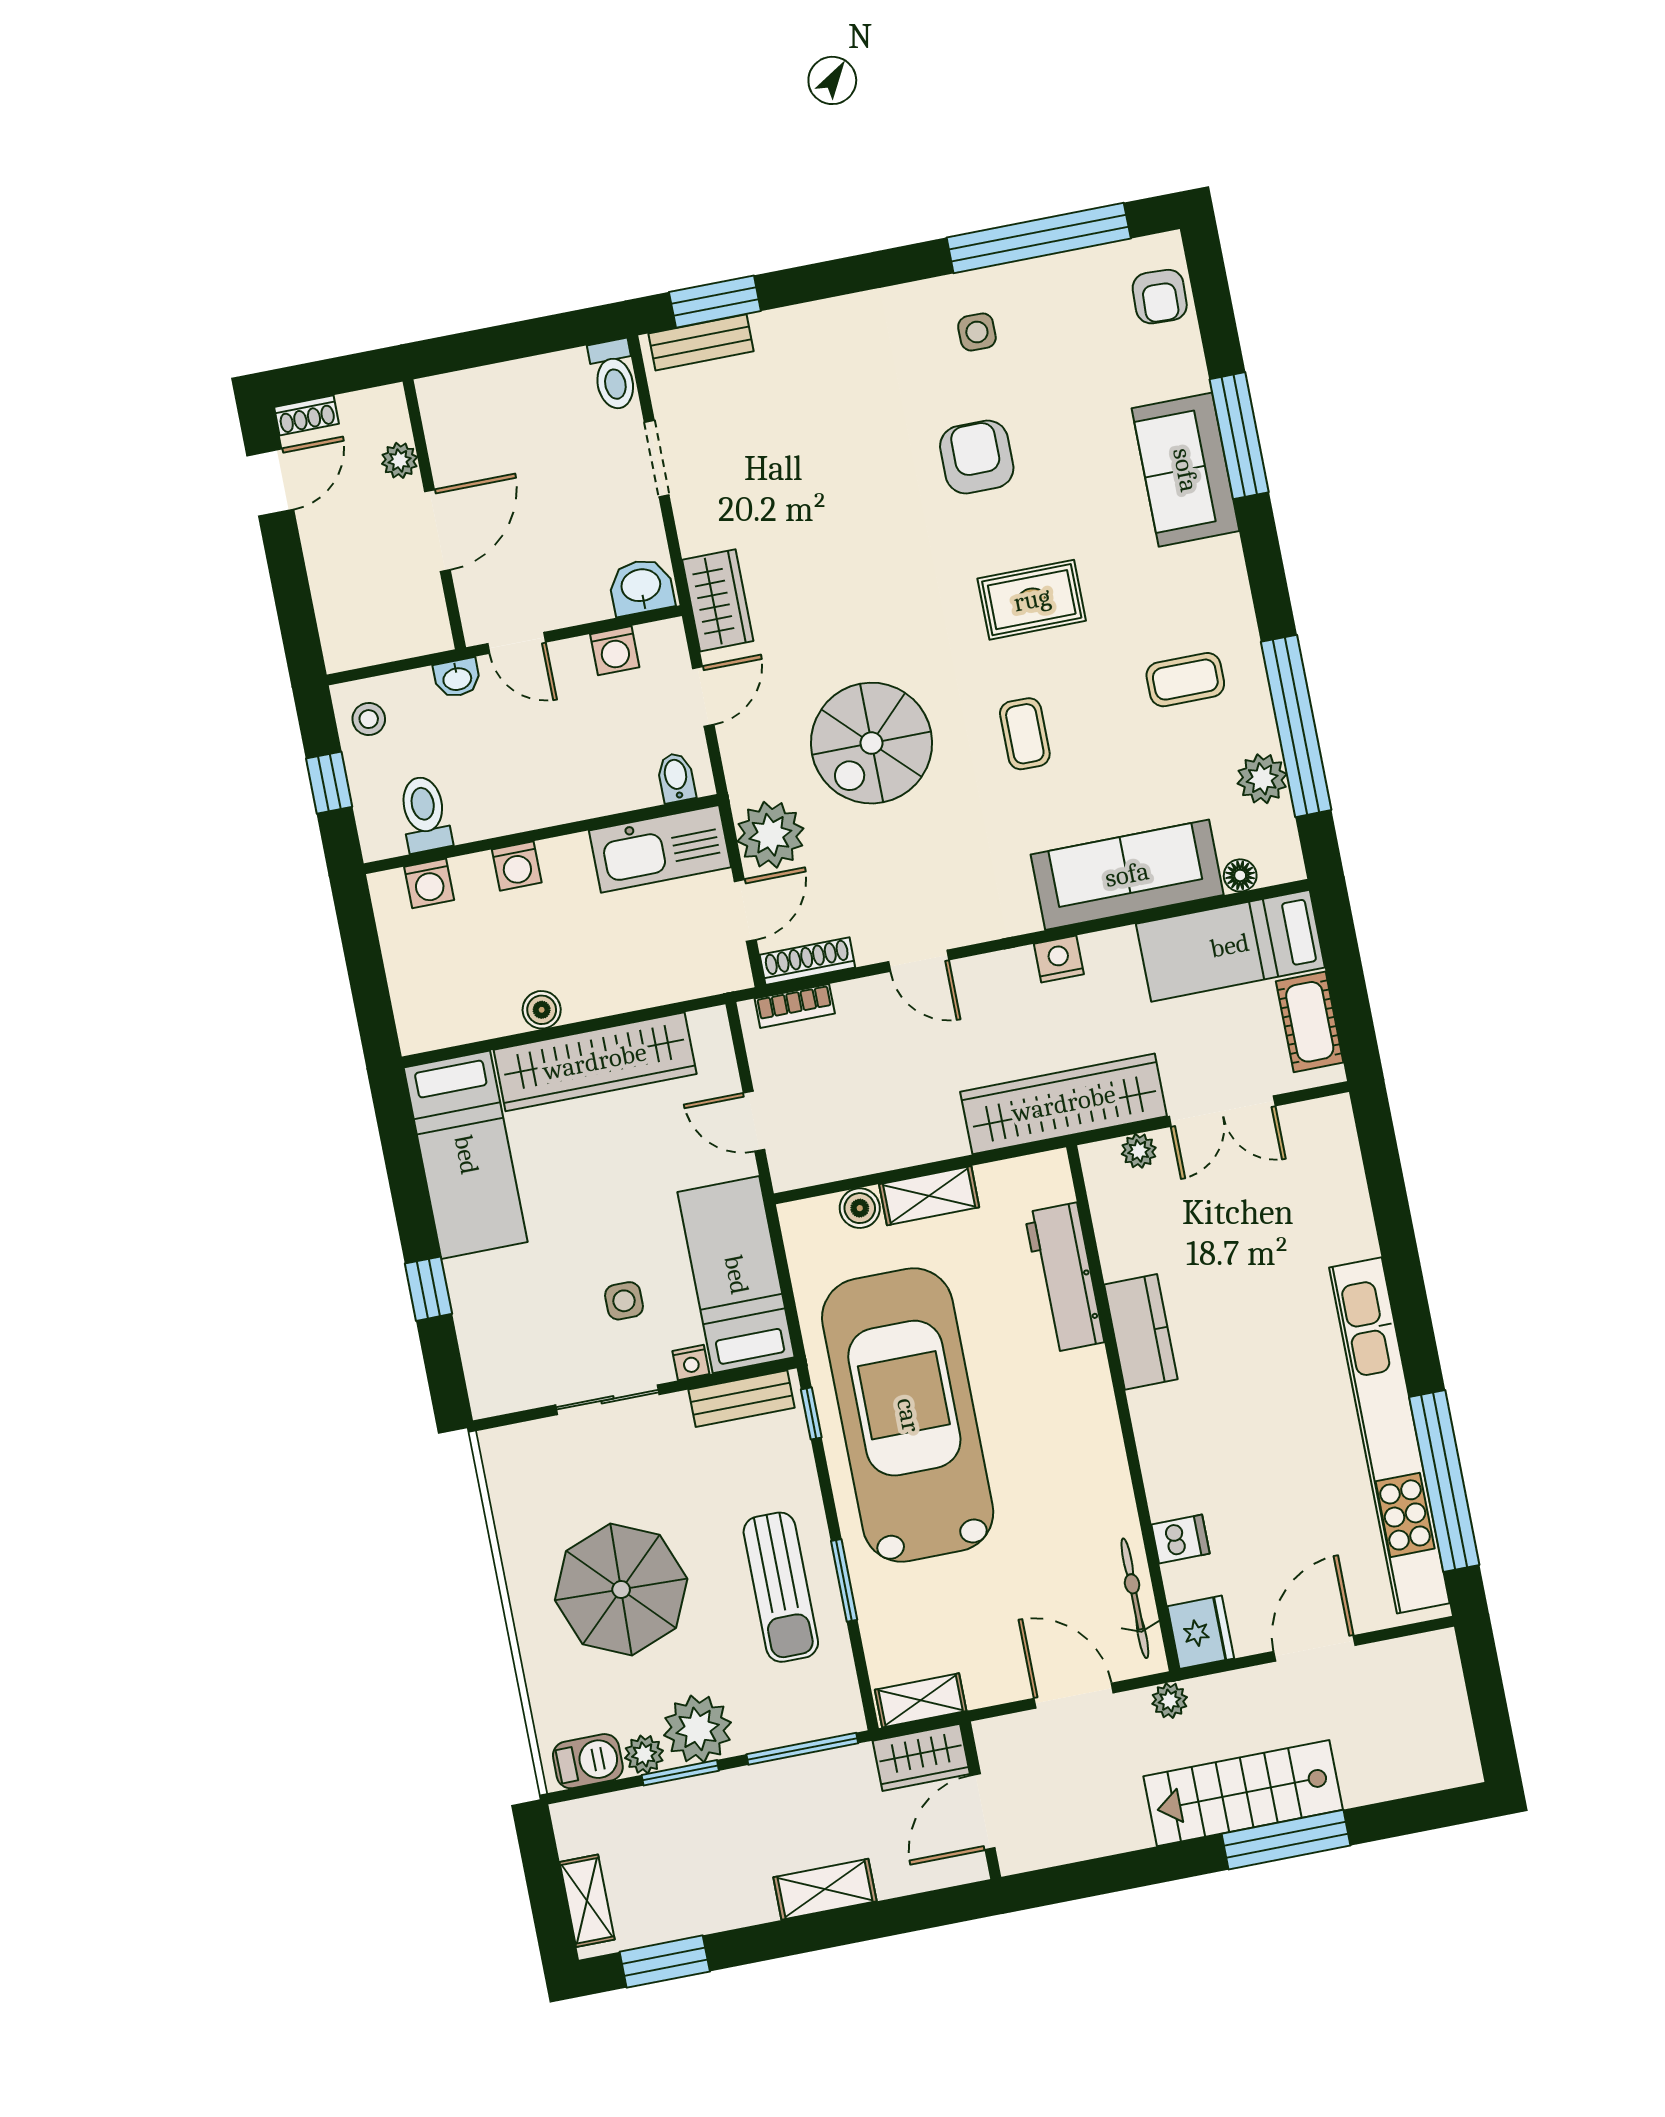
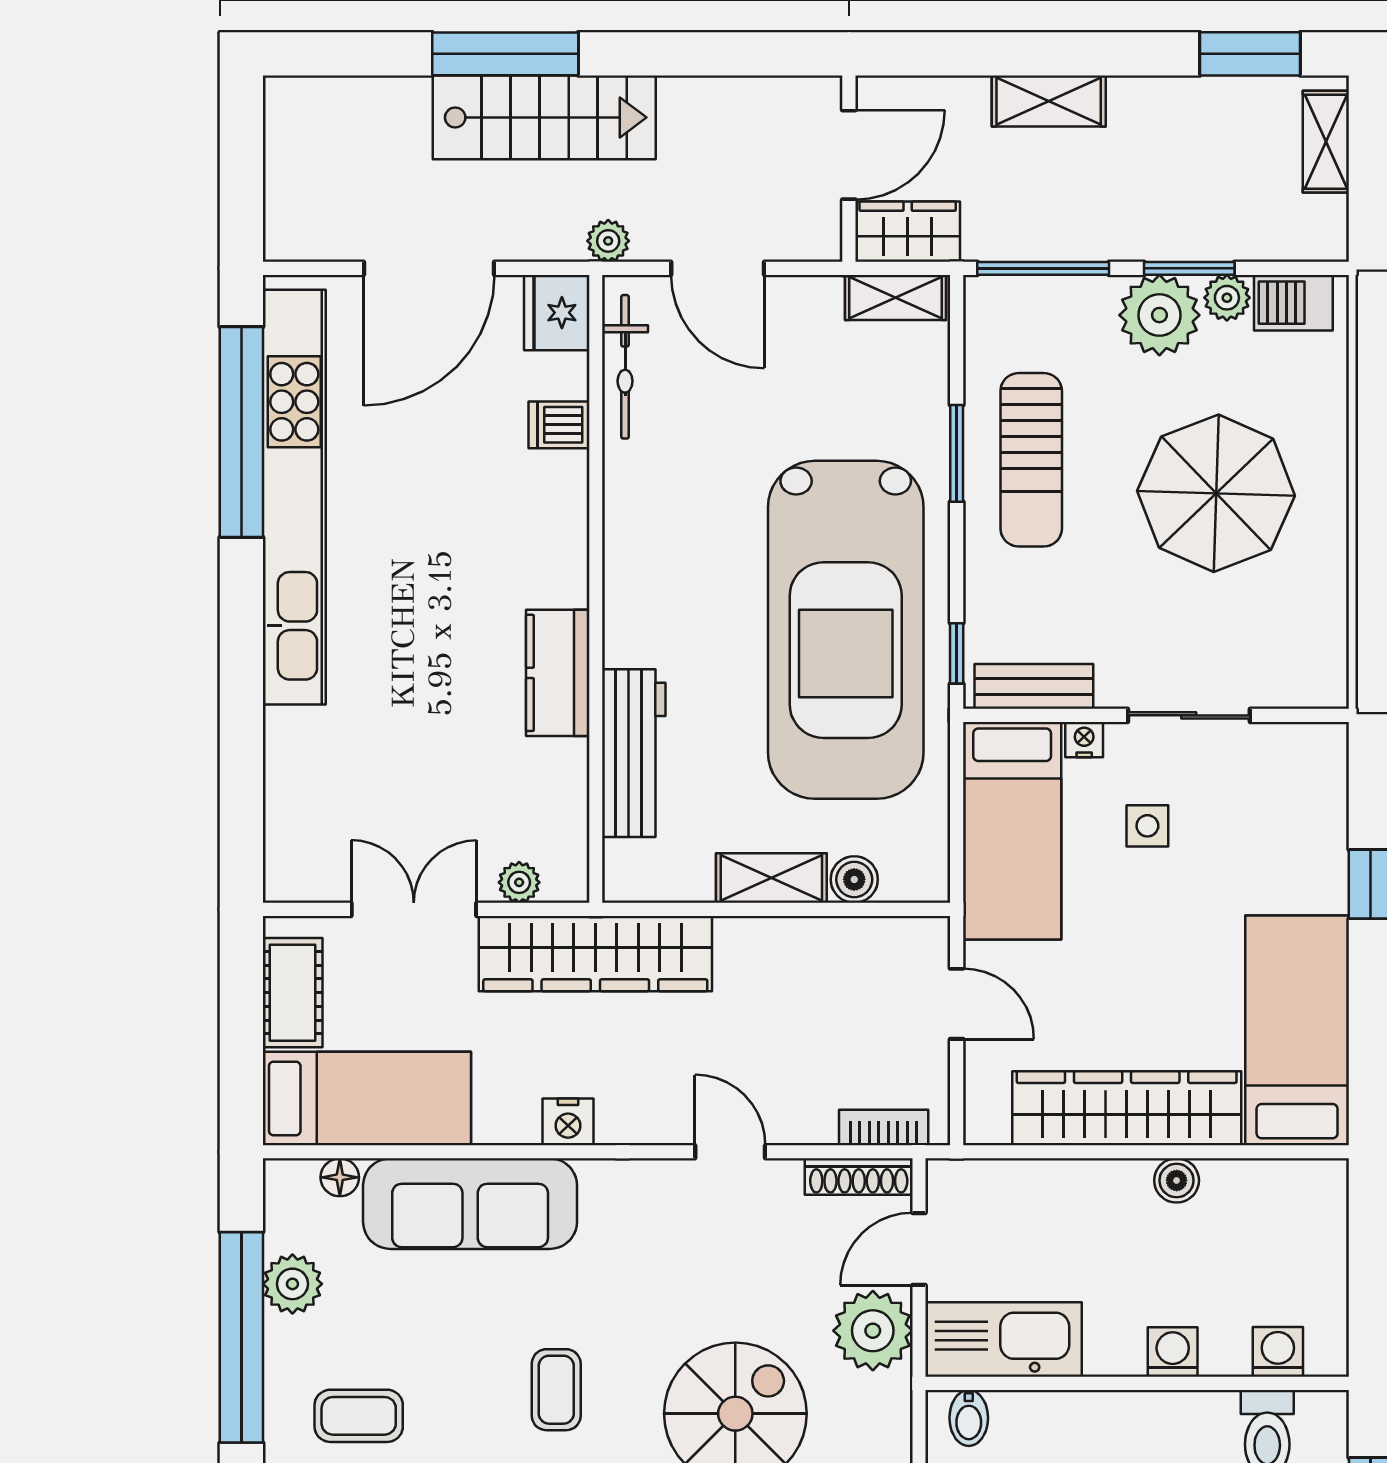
sun lounger: (781, 1587) -> (1031, 460), turned 180
door: (1315, 1648) -> (429, 268), width x1.36

